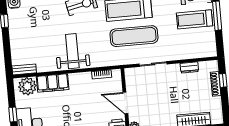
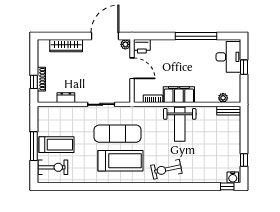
filing cabinet: (53, 83) -> (179, 95), moved
plant: (27, 86) -> (223, 98), width x0.53, depth x0.53

